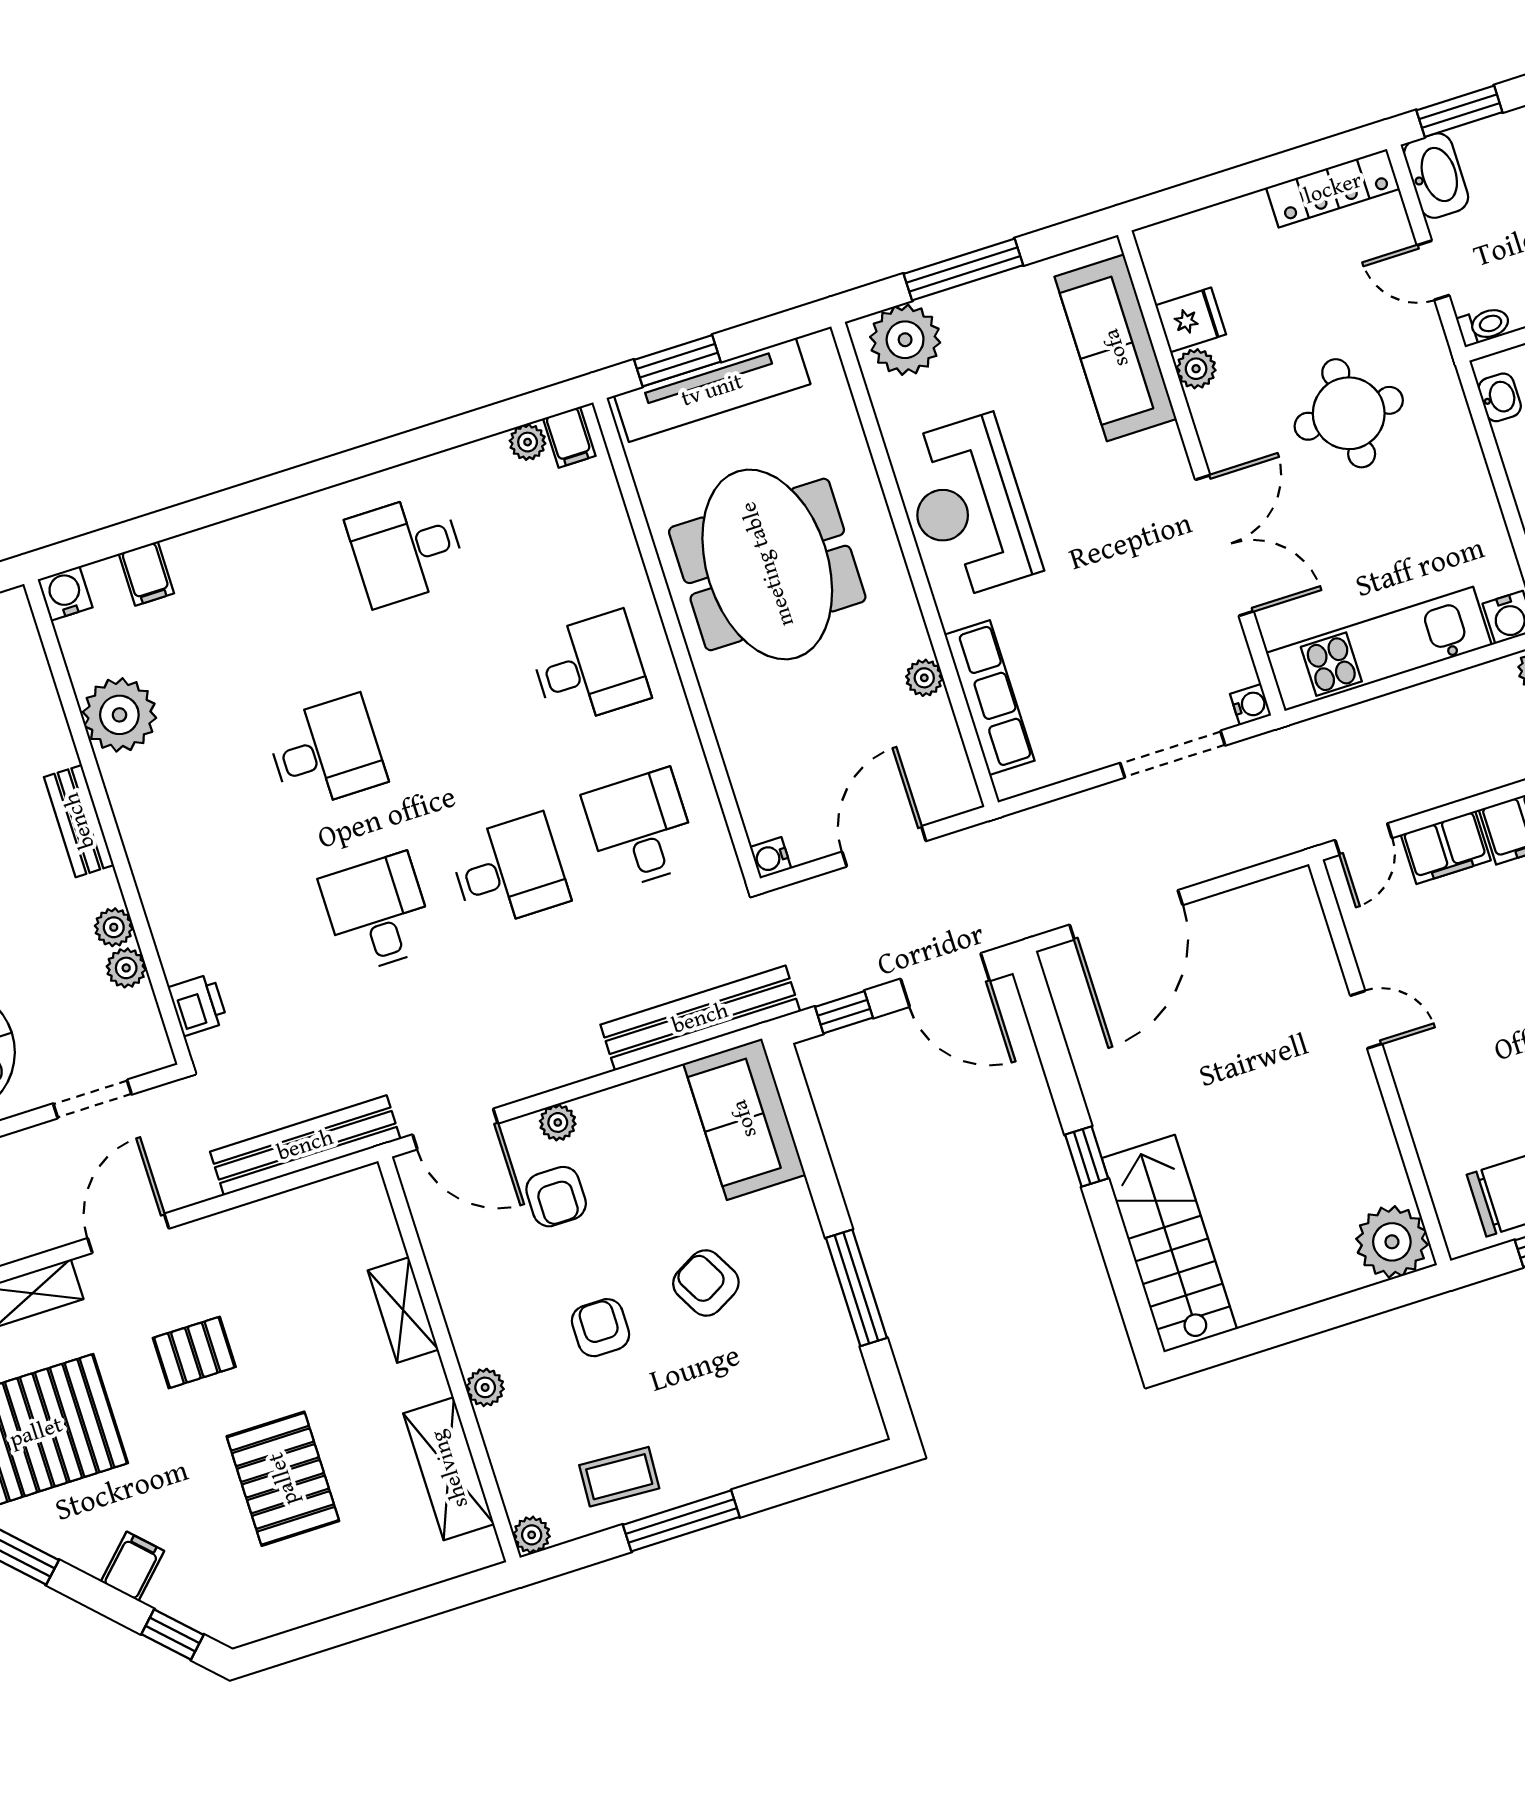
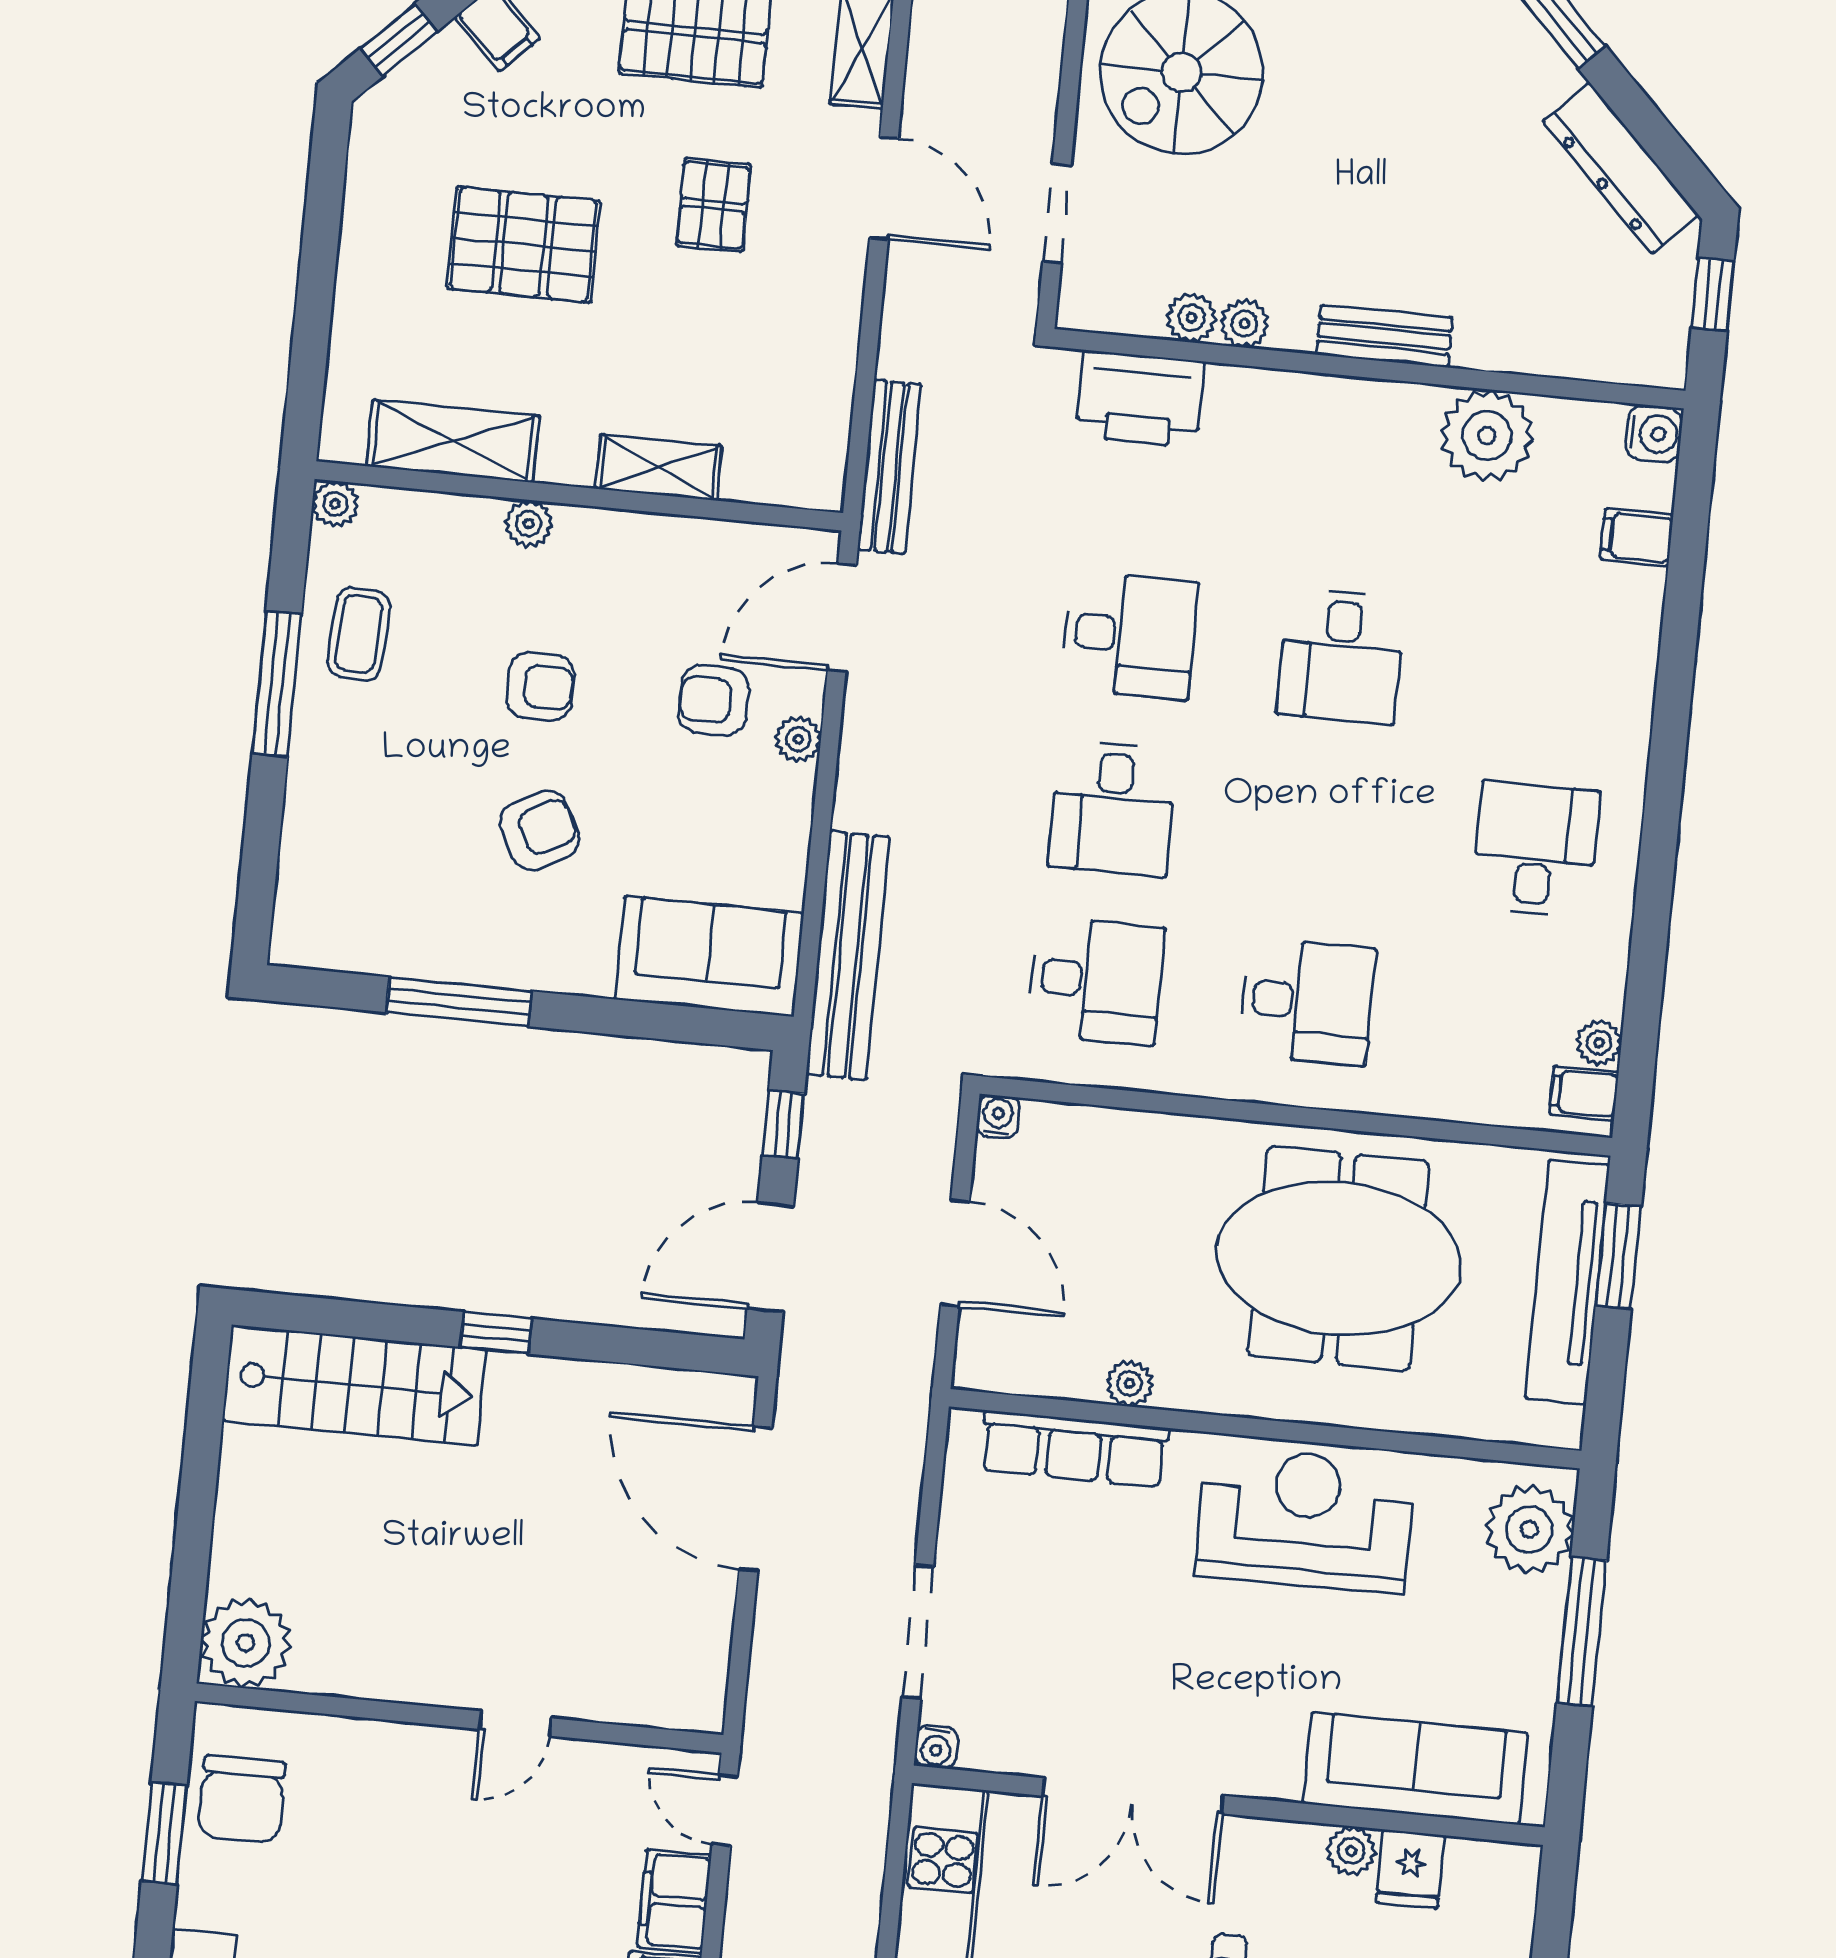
desk: (589, 668) -> (1307, 1002), turned -90
printer: (198, 1005) -> (1140, 399), width x1.87, depth x1.48
bench: (305, 1145) -> (889, 467), width x0.73, depth x0.82

